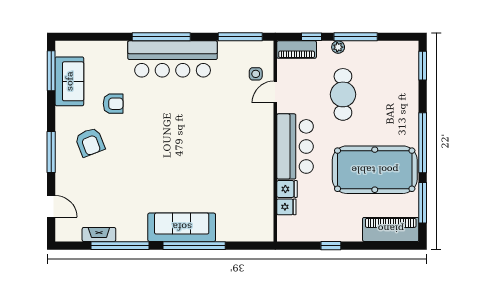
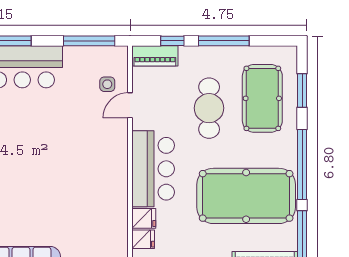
plant: (338, 47) -> (203, 53), removed
window: (423, 66) -> (302, 91), moved
pool table: (389, 86) -> (262, 98), added

